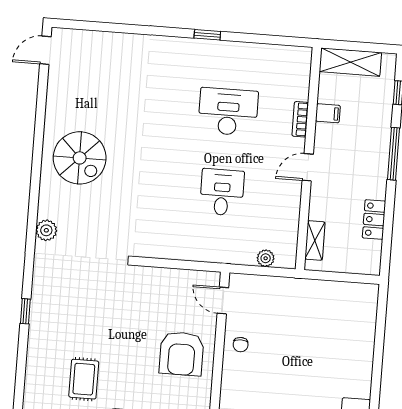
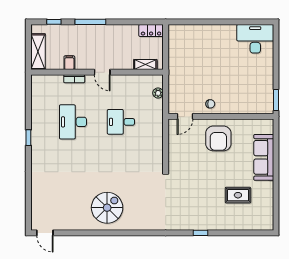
locker: (374, 220) -> (151, 30), moved
plant: (46, 230) -> (151, 224), removed
armchair: (182, 354) -> (218, 138), turned 90

